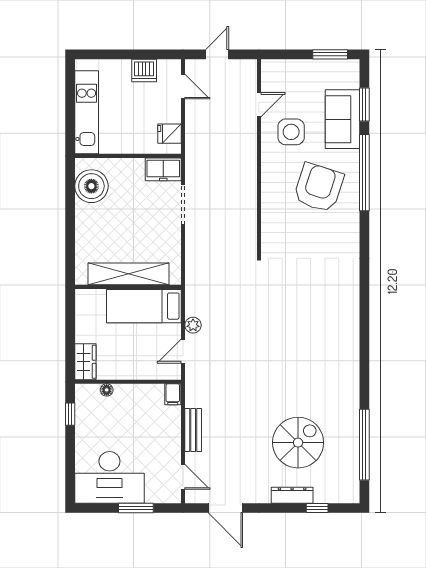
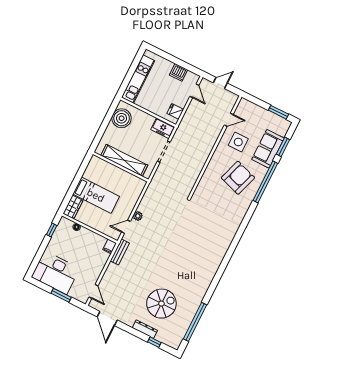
shelving: (128, 274) -> (124, 160), moved
wall: (128, 287) -> (121, 167), moved
bed: (144, 306) -> (96, 195), moved, turned 180
bench: (193, 430) -> (120, 252), moved

